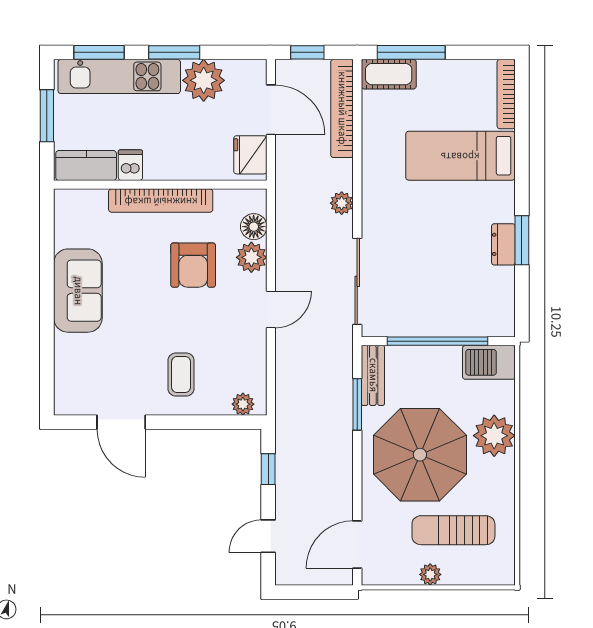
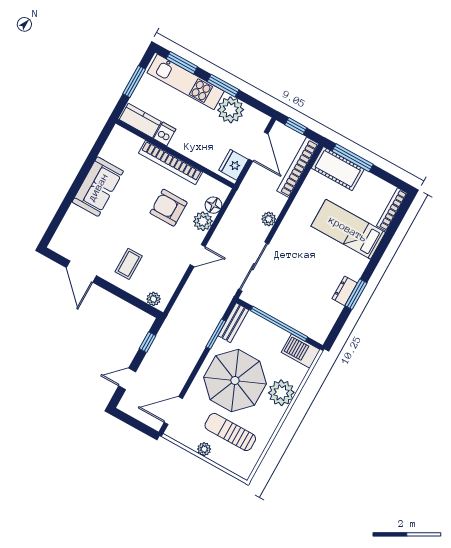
cot: (389, 74) -> (338, 169), width x1.37, depth x1.34
armchair: (193, 265) -> (169, 208), turned 90

